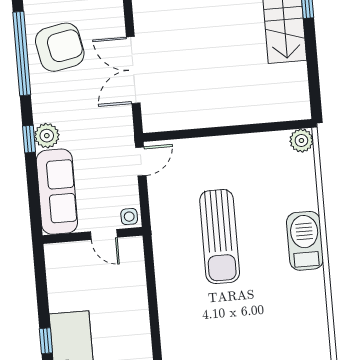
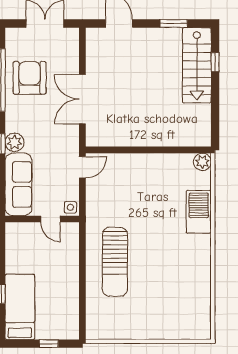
armchair: (60, 47) -> (30, 78), turned -79
sun lounger: (220, 237) -> (115, 262), moved
barbecue: (305, 241) -> (199, 212), moved

